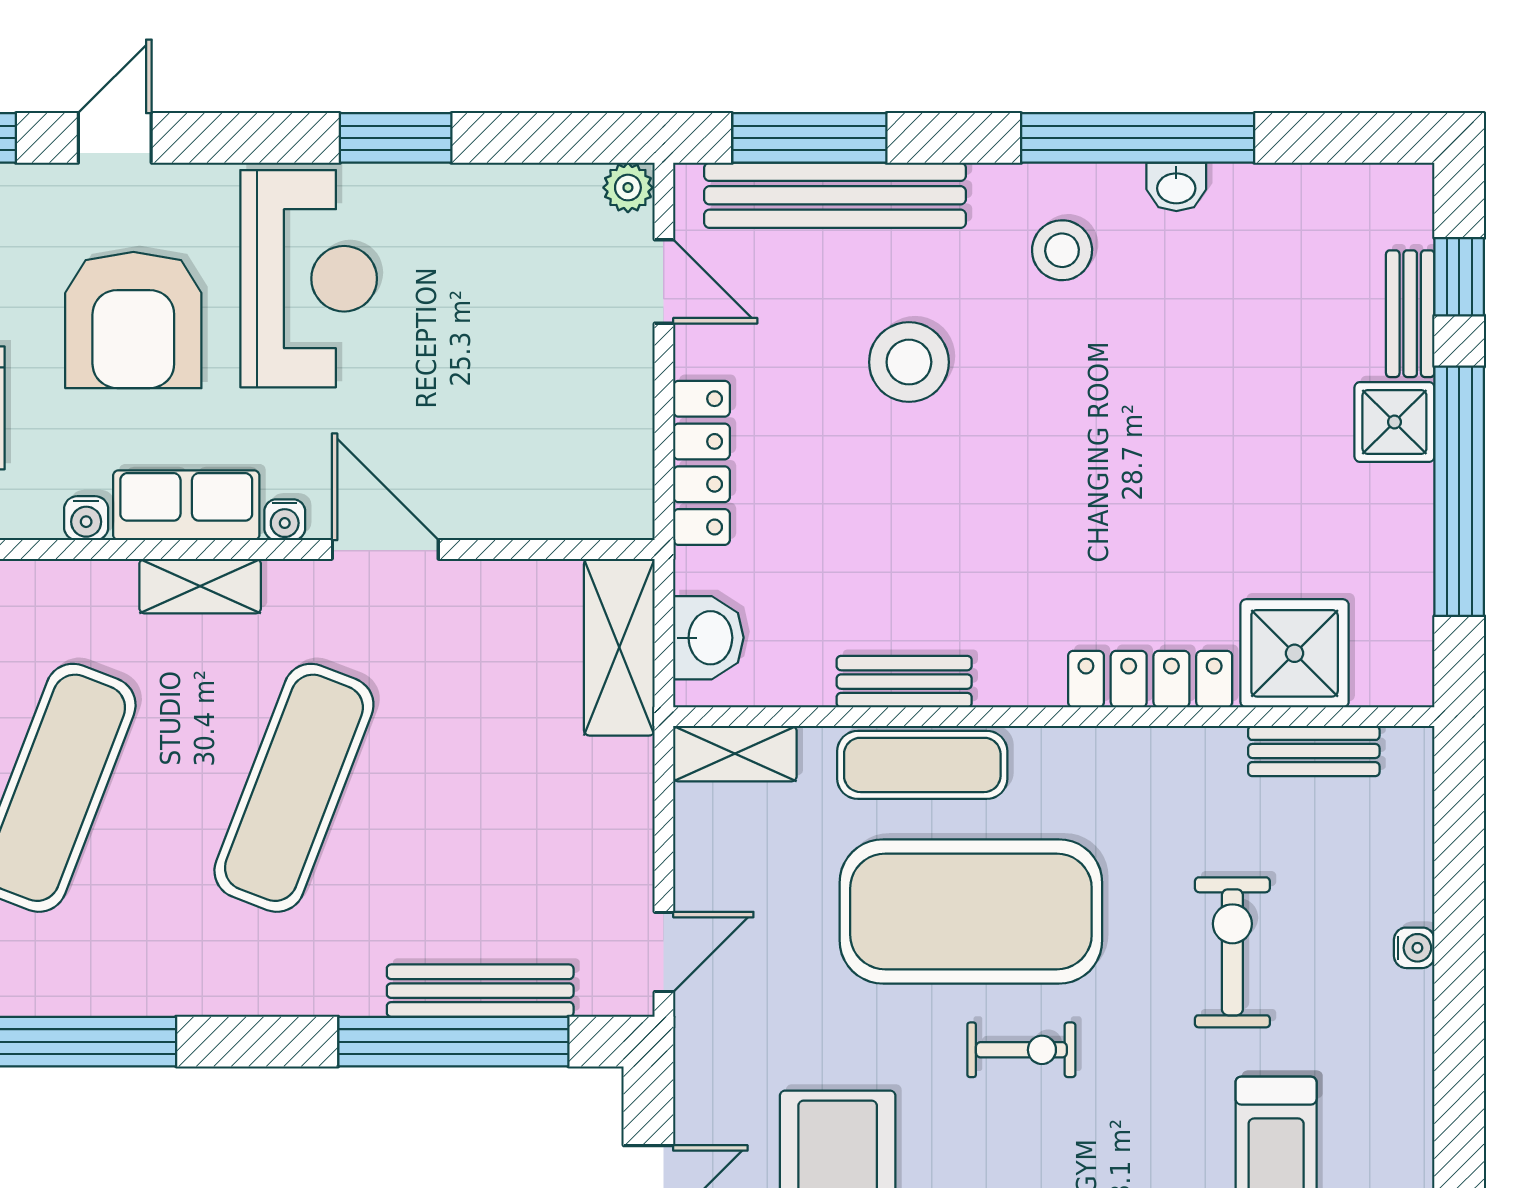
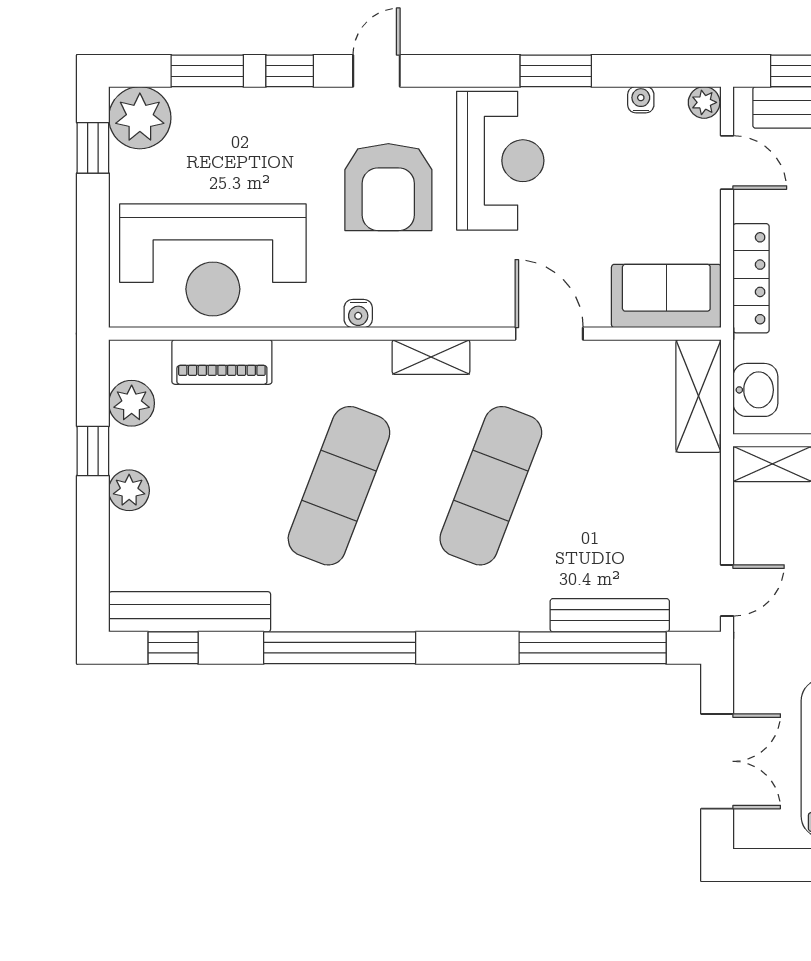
sofa: (569, 491) -> (666, 296), added
row of seats: (186, 505) -> (422, 305), removed
water cooler: (285, 520) -> (641, 100), moved, turned 180

